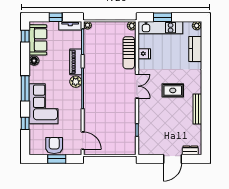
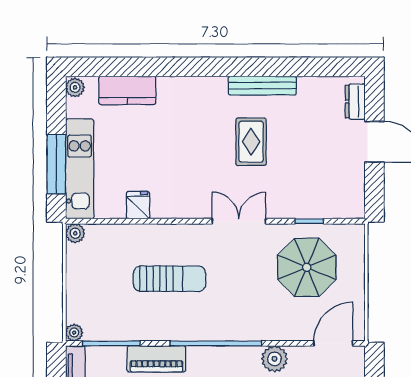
window: (162, 17) -> (56, 164), width x1.44
sun lounger: (129, 53) -> (170, 279), moved
plant: (76, 82) -> (274, 359), moved
double door: (137, 86) -> (239, 221), moved
rug: (173, 90) -> (251, 142), moved
parasol: (116, 129) -> (307, 267), added

